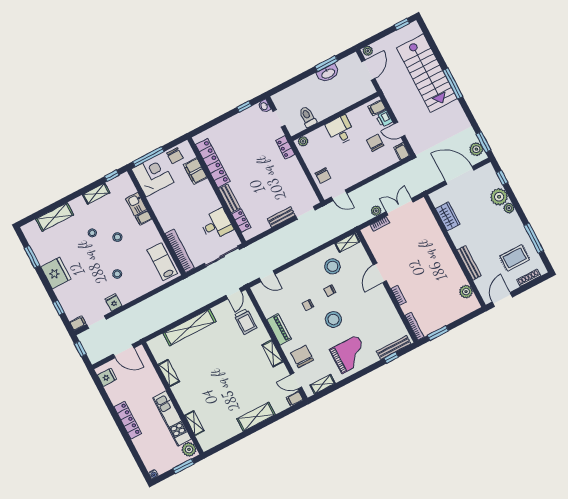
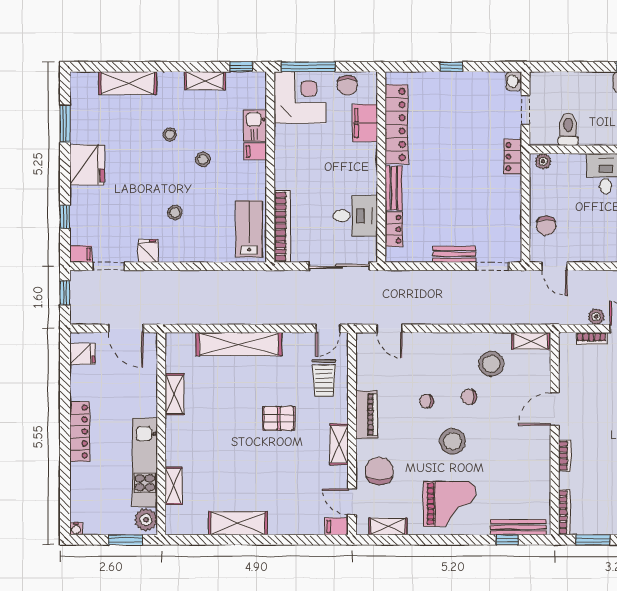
window: (244, 107) -> (451, 67), moved
pallet: (232, 356) -> (279, 418), added
shelving: (256, 417) -> (238, 523), moved

